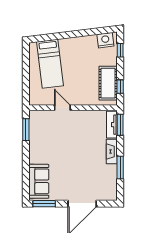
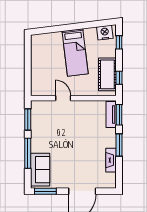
bed: (50, 64) -> (75, 52), moved
fireplace: (112, 152) -> (111, 160), moved
window: (26, 164) -> (28, 153), added
window: (120, 167) -> (119, 145), moved

